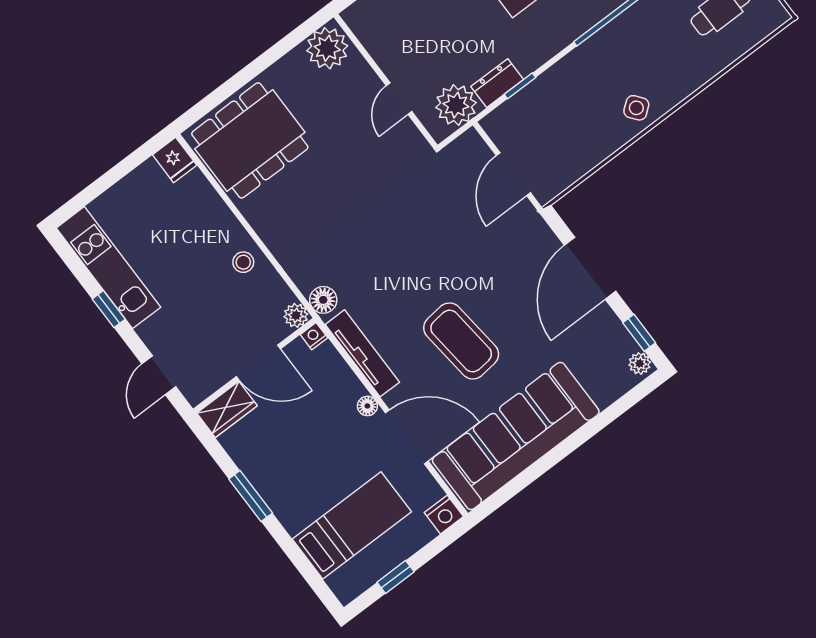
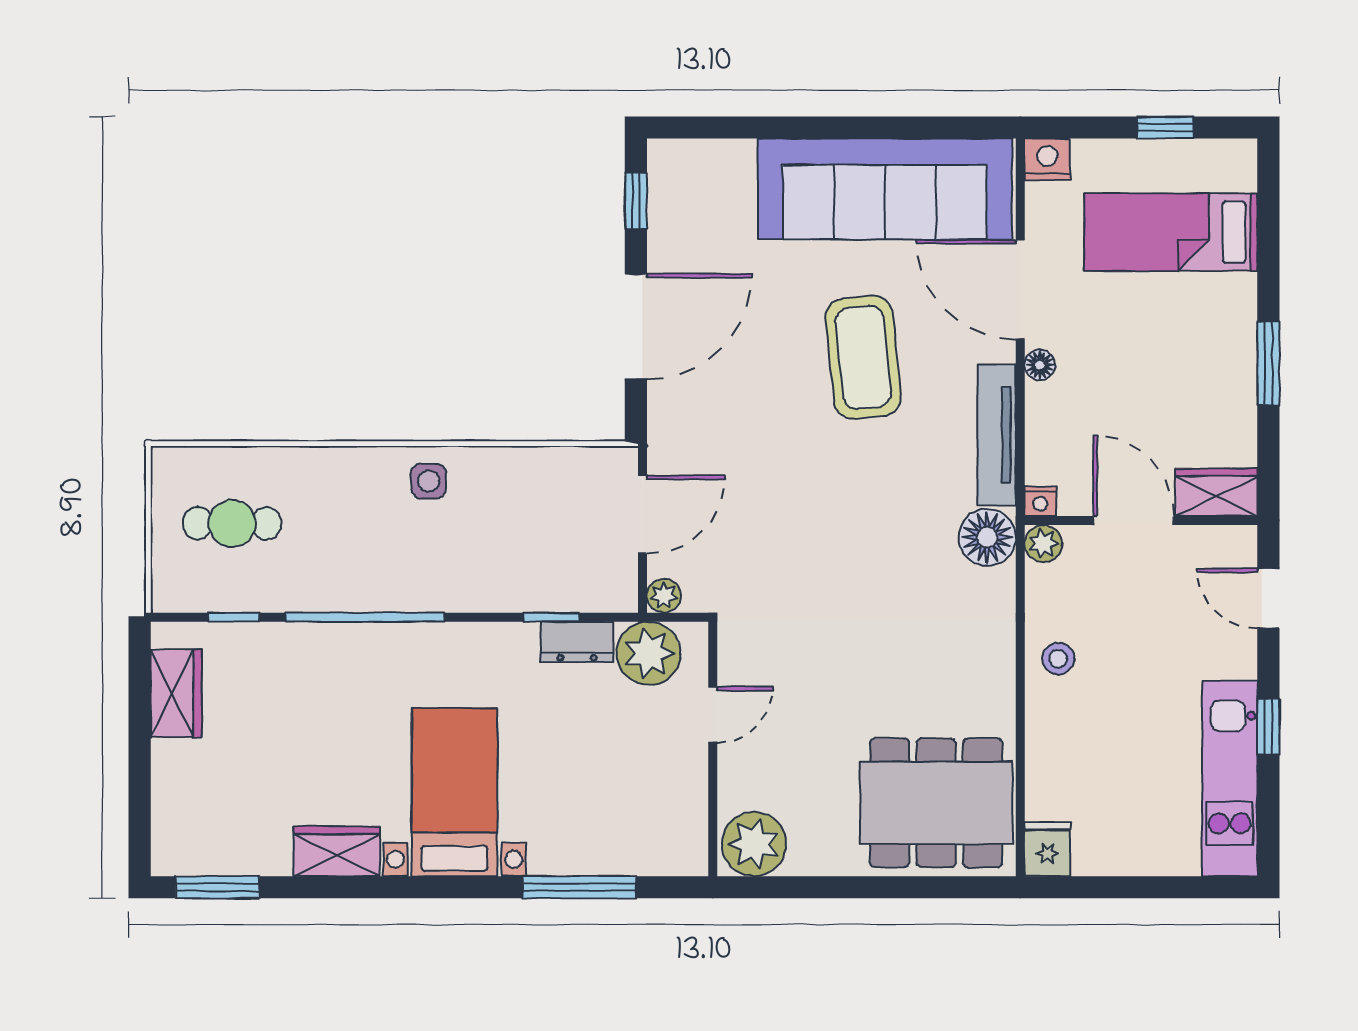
side table: (636, 108) -> (429, 481), turned 38
floor lamp: (323, 300) -> (987, 537), width x1.38, depth x1.38
plant: (640, 363) -> (664, 596), moved
door: (159, 375) -> (1268, 598), swing flipped

